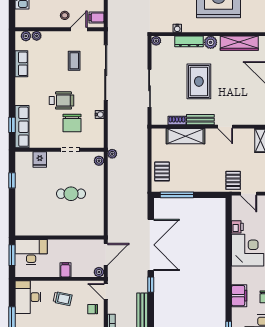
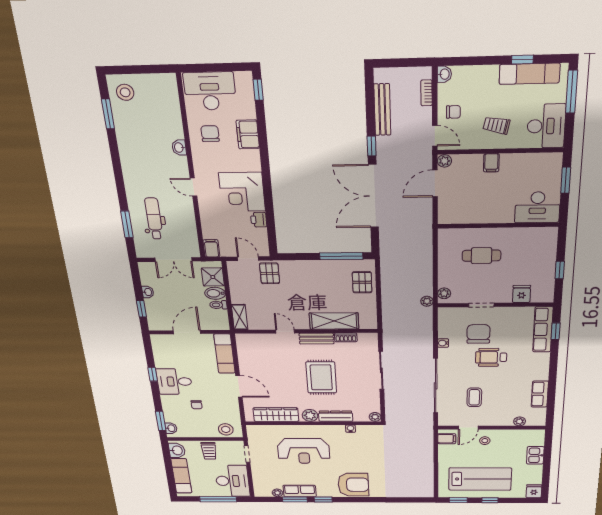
plant: (26, 36) -> (533, 421), removed
wall: (59, 237) -> (498, 225), moved
desk: (31, 252) -> (537, 207), moved

